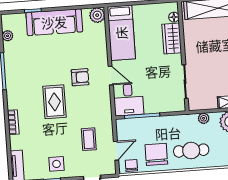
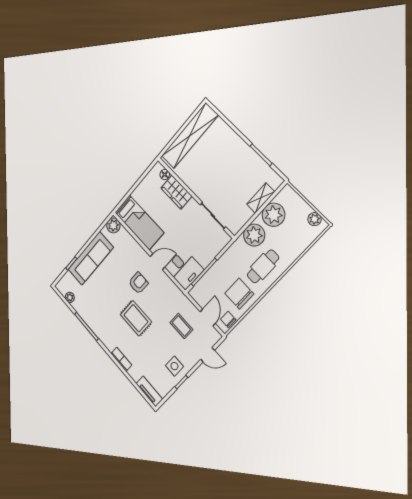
plant: (204, 118) -> (254, 235), width x1.88, depth x1.88

